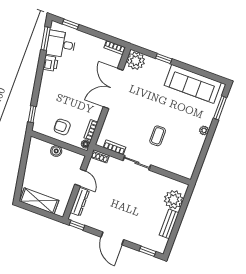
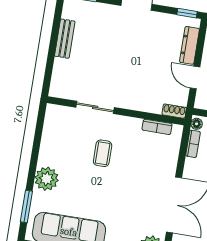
plant: (204, 130) -> (47, 179), width x1.87, depth x1.87
sliding door: (137, 163) -> (95, 107), moved
plant: (174, 200) -> (65, 72), removed

